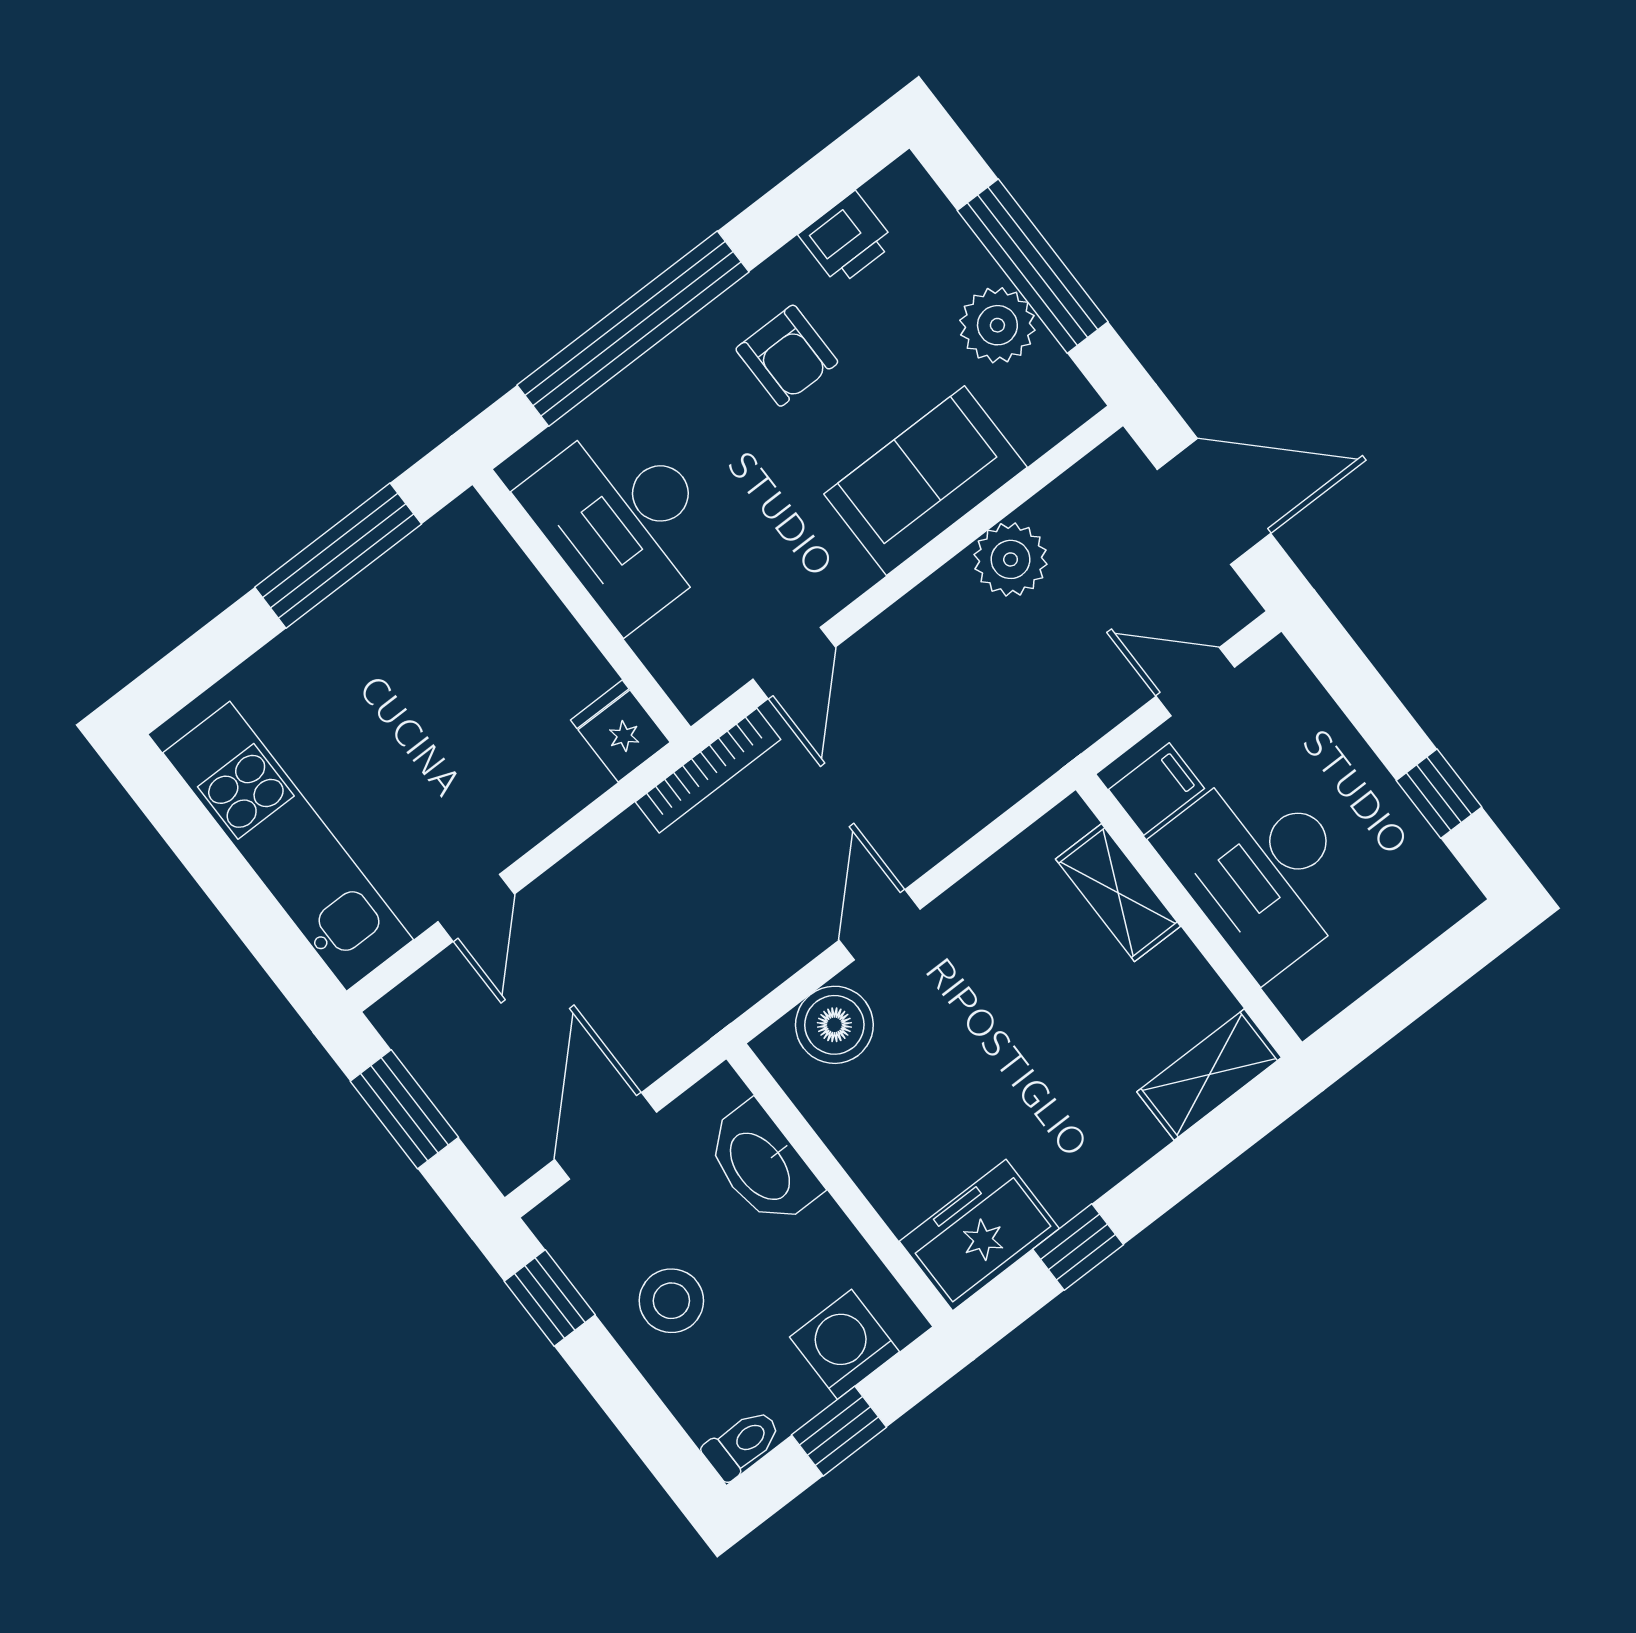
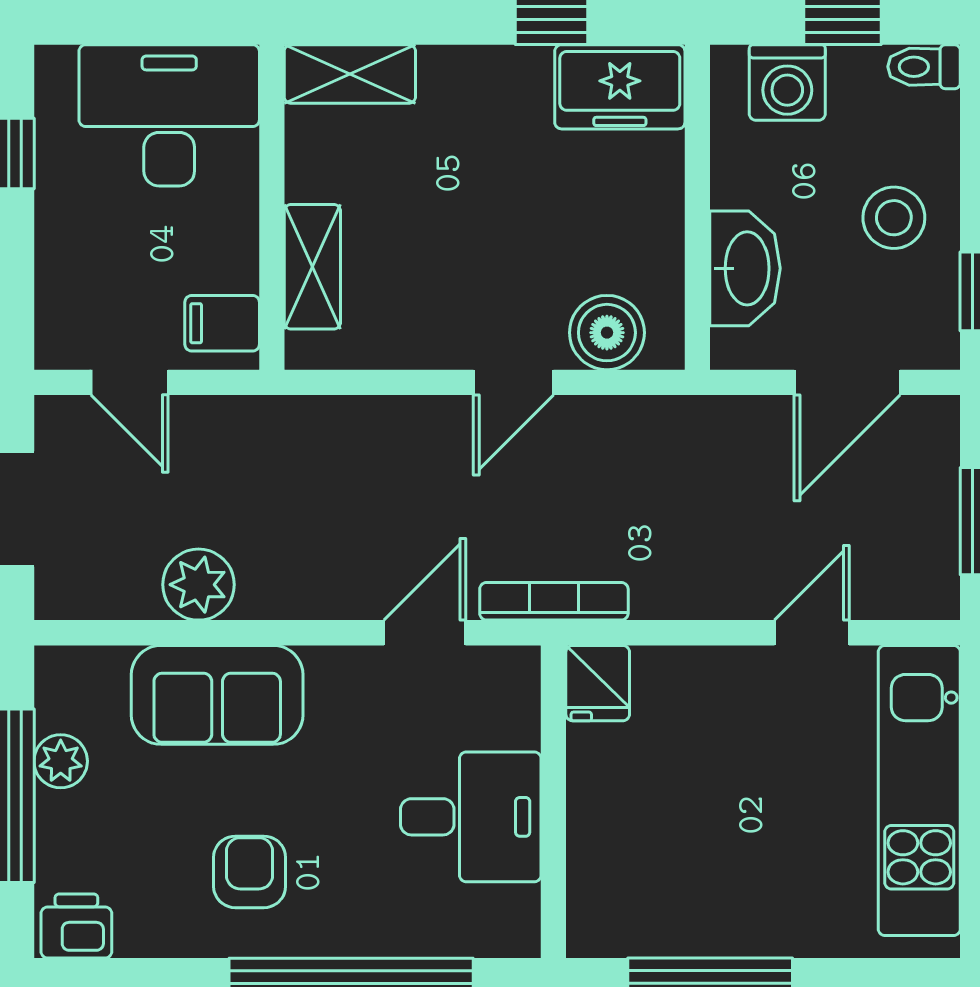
printer: (847, 239) -> (76, 926), moved
plant: (997, 325) -> (61, 761), width x0.73, depth x0.73
desk: (625, 521) -> (471, 817), width x0.73
desk: (1262, 869) -> (169, 115), moved, turned -90

